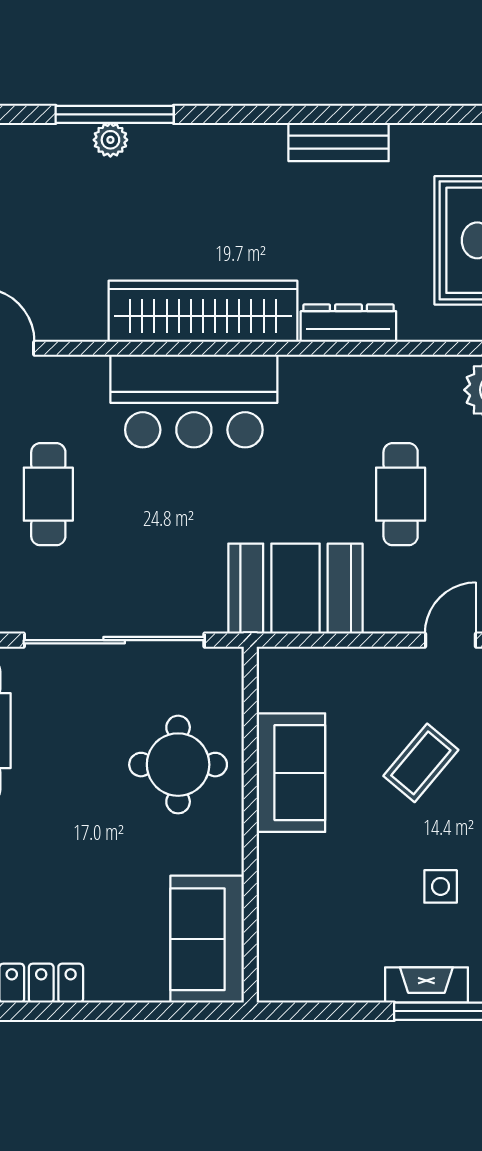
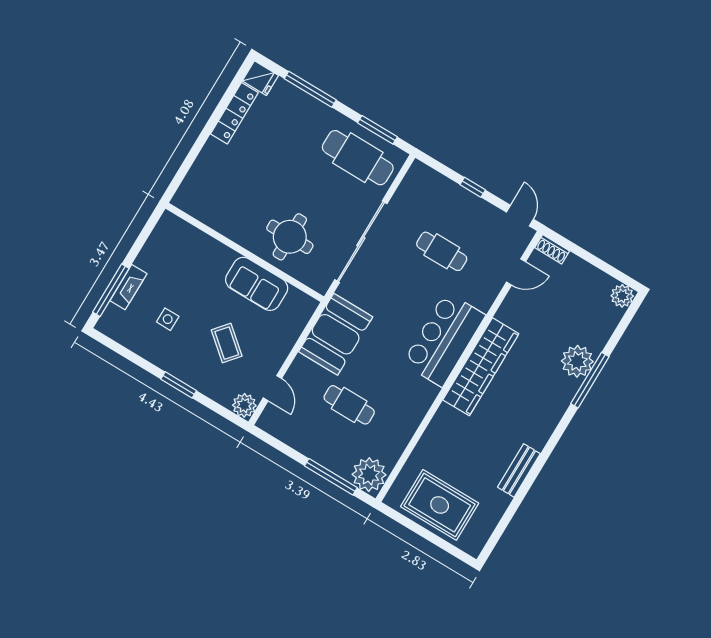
plant: (110, 140) -> (577, 361), width x1.88, depth x1.88
dresser: (348, 323) -> (437, 427), removed
sofa: (207, 939) -> (206, 204), removed

